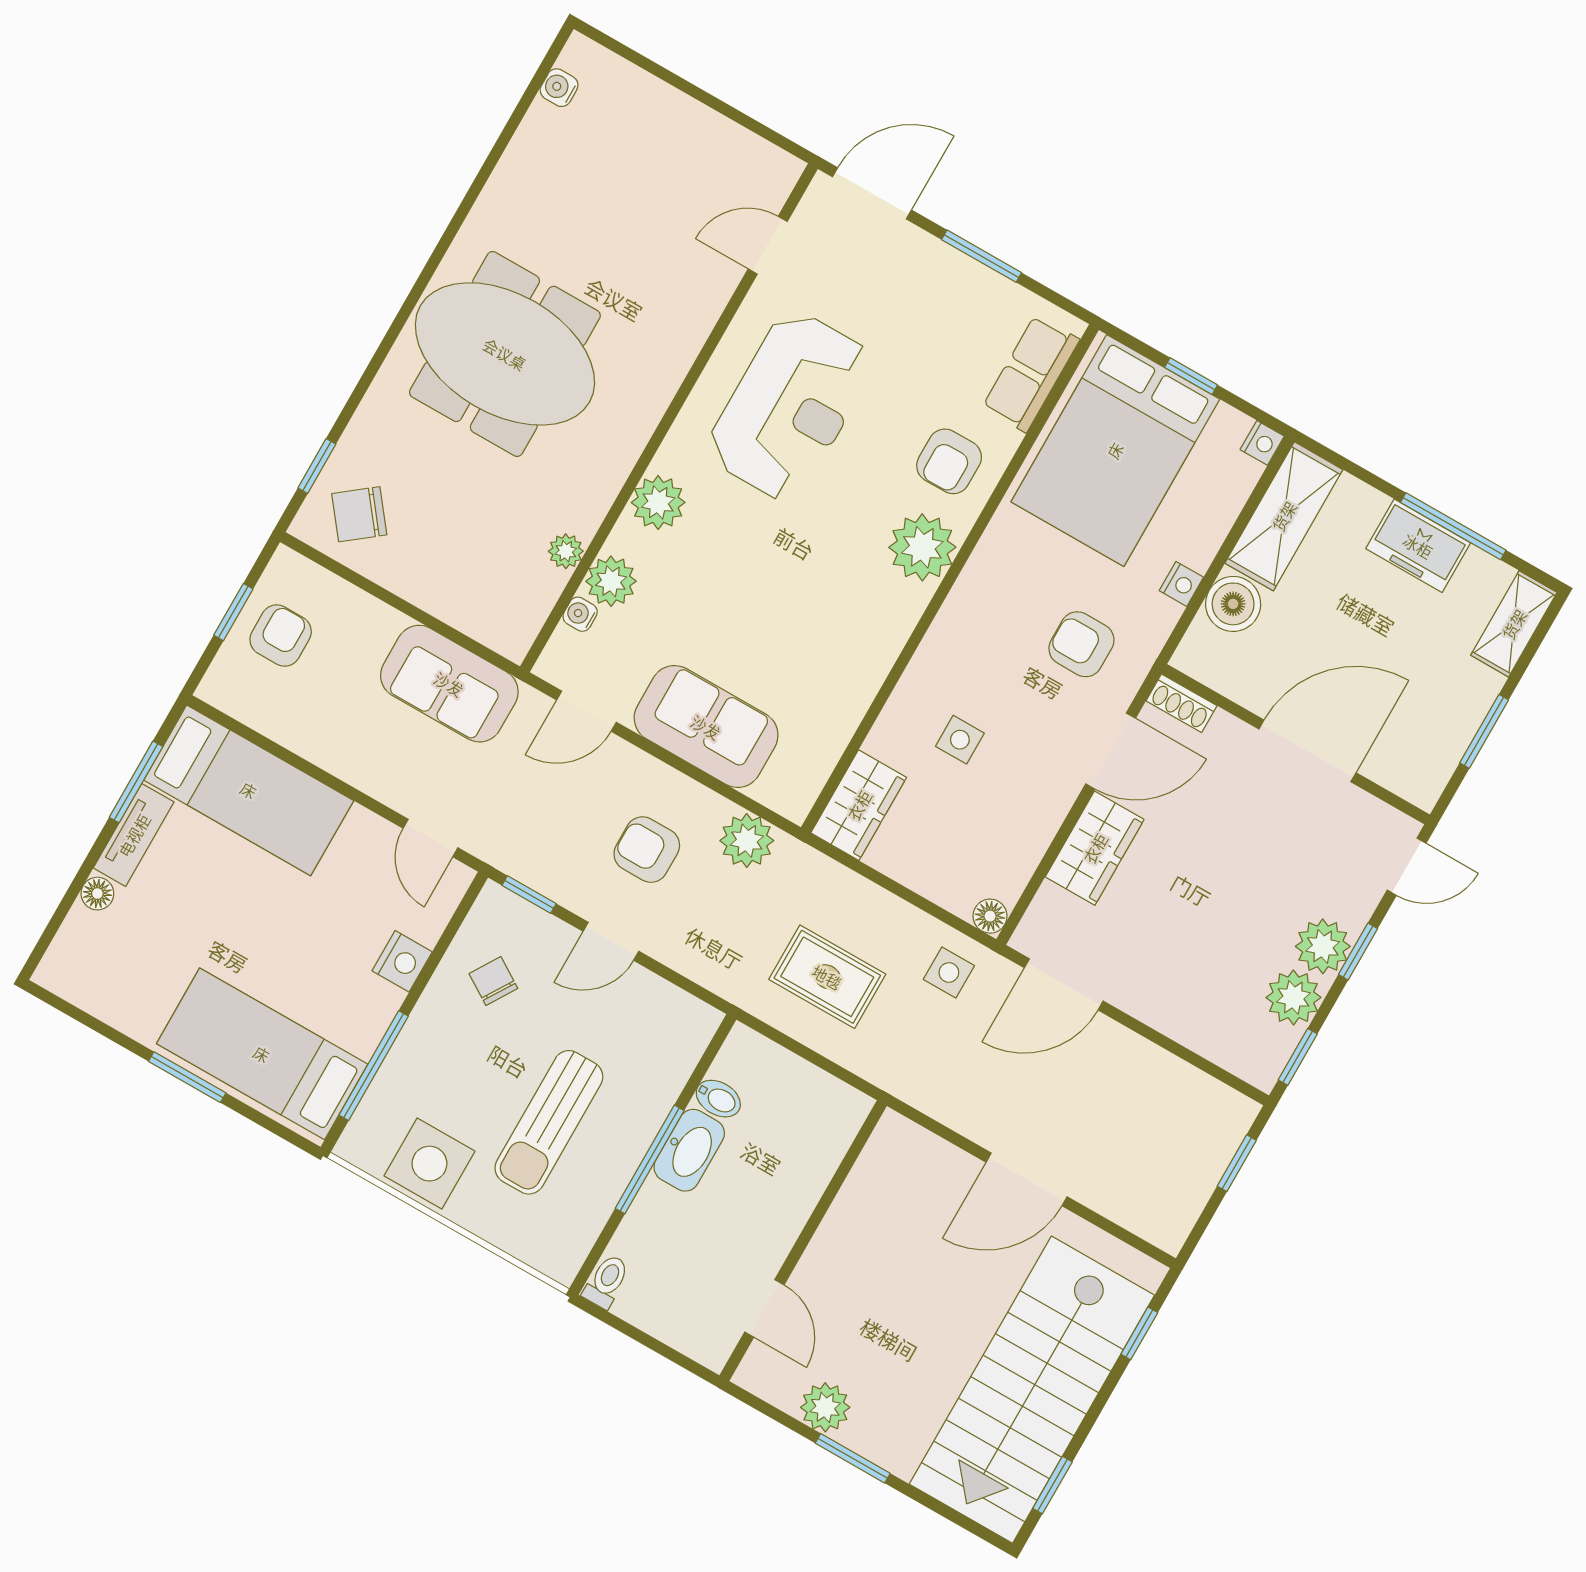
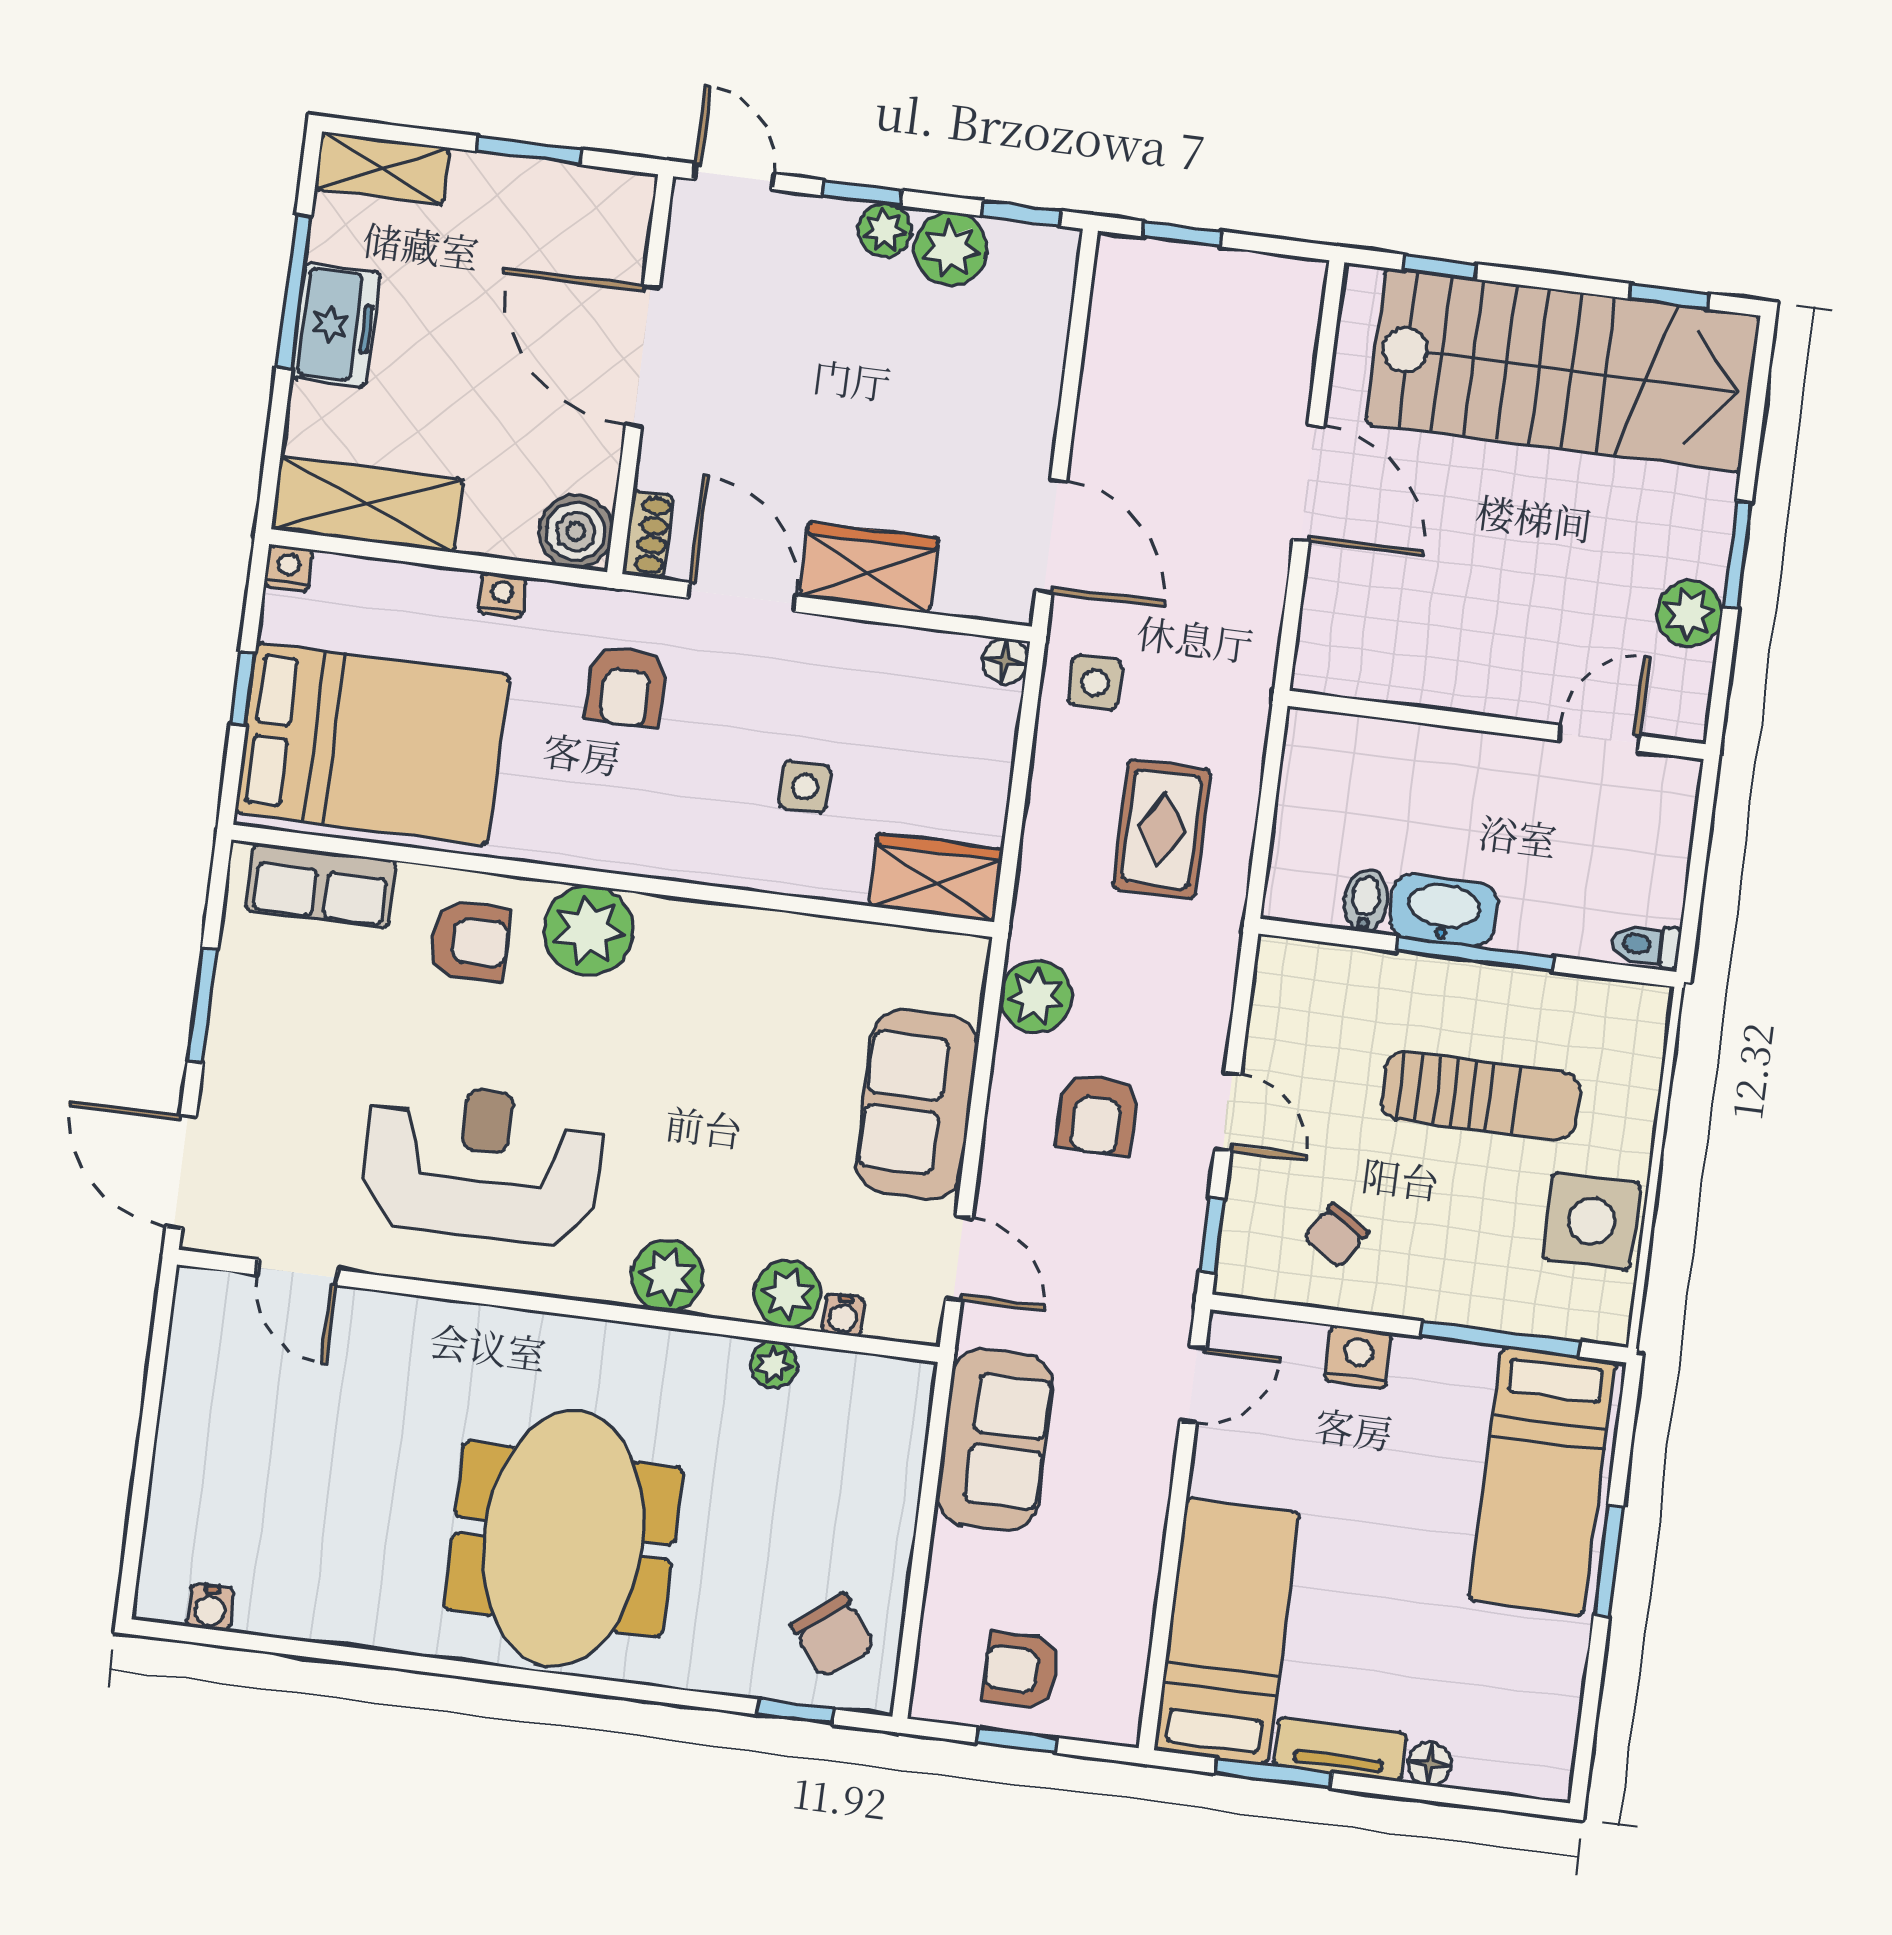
boiler: (1233, 604) -> (576, 531), moved
plant: (1323, 946) -> (885, 230), width x0.73, depth x0.73

